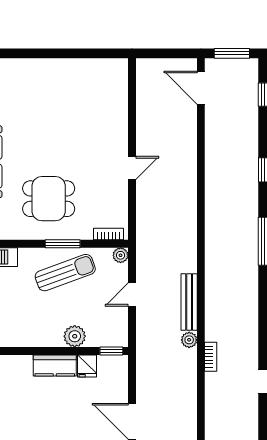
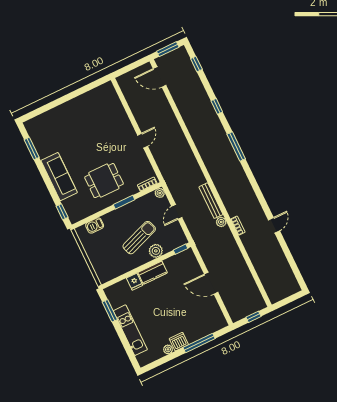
sun lounger: (65, 273) -> (139, 238), moved
fridge: (87, 366) -> (135, 282), moved

